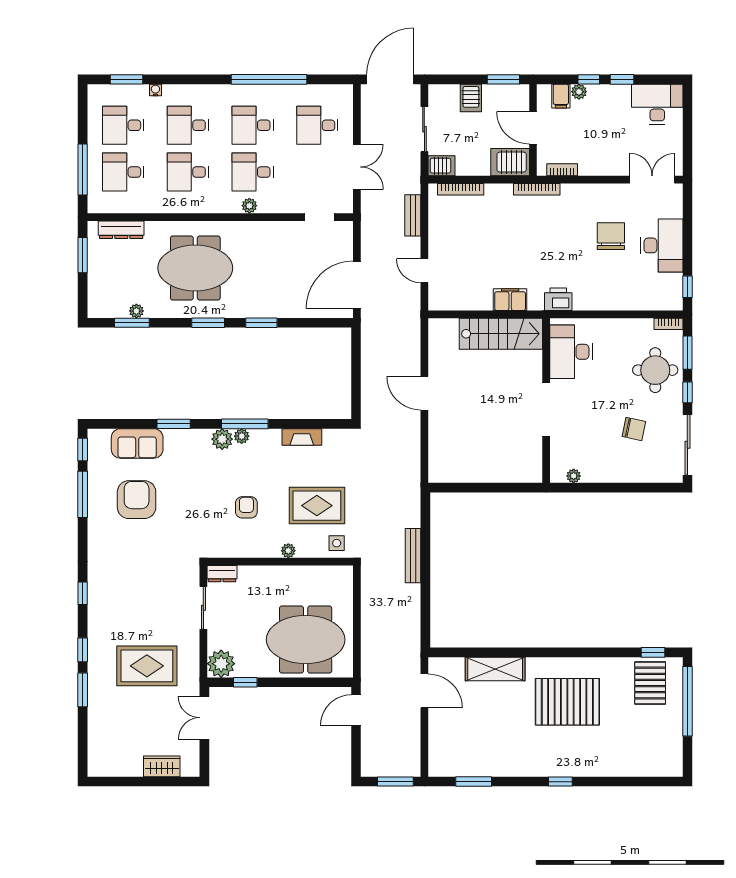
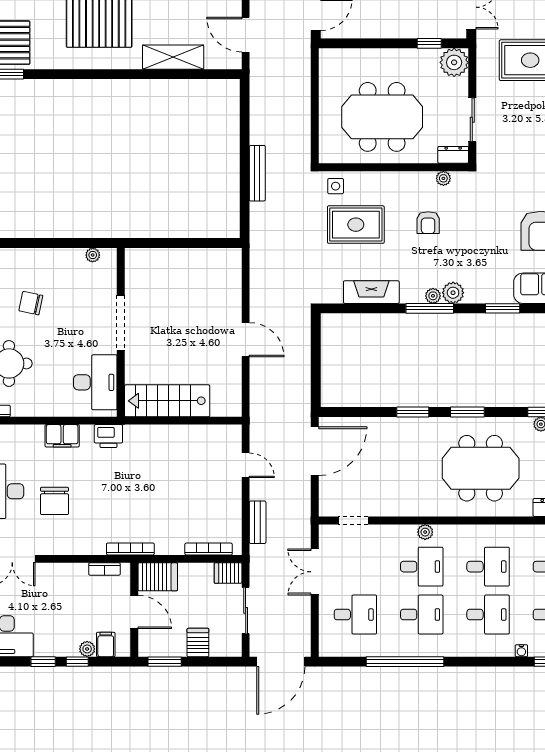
filing cabinet: (510, 300) -> (62, 436), moved
fireplace: (302, 437) -> (371, 292), width x1.37, depth x1.32
plant: (288, 551) -> (443, 178), moved
meeting table: (306, 640) -> (382, 117), moved

